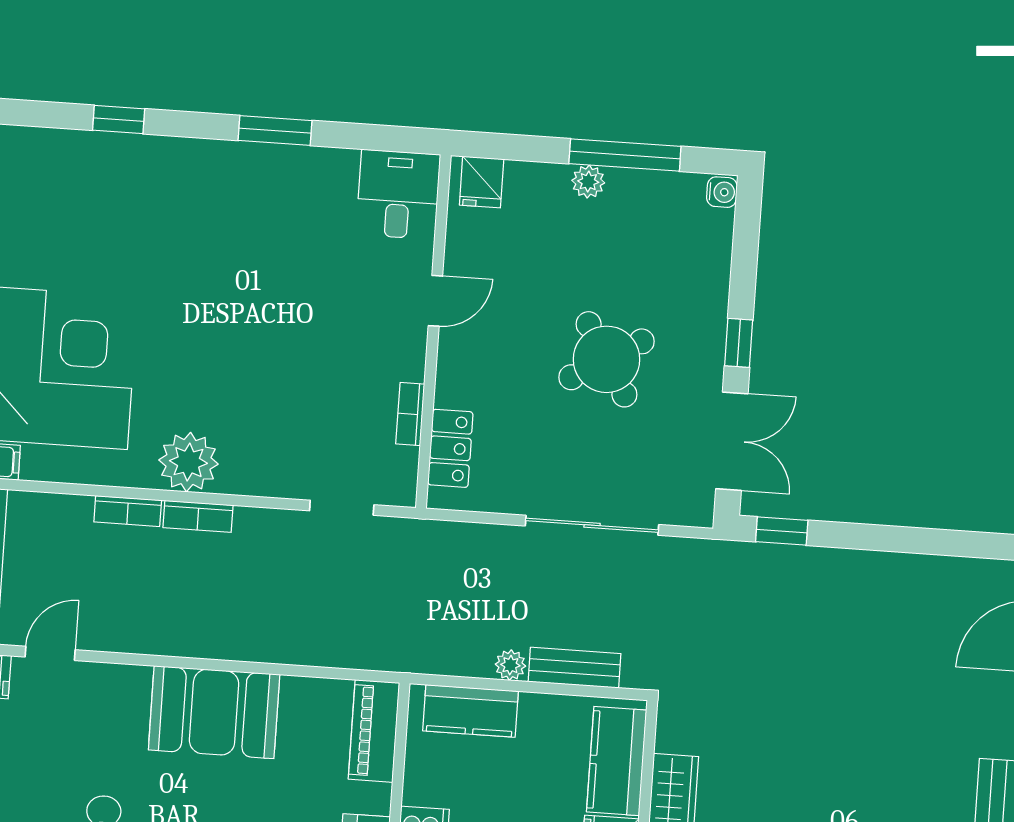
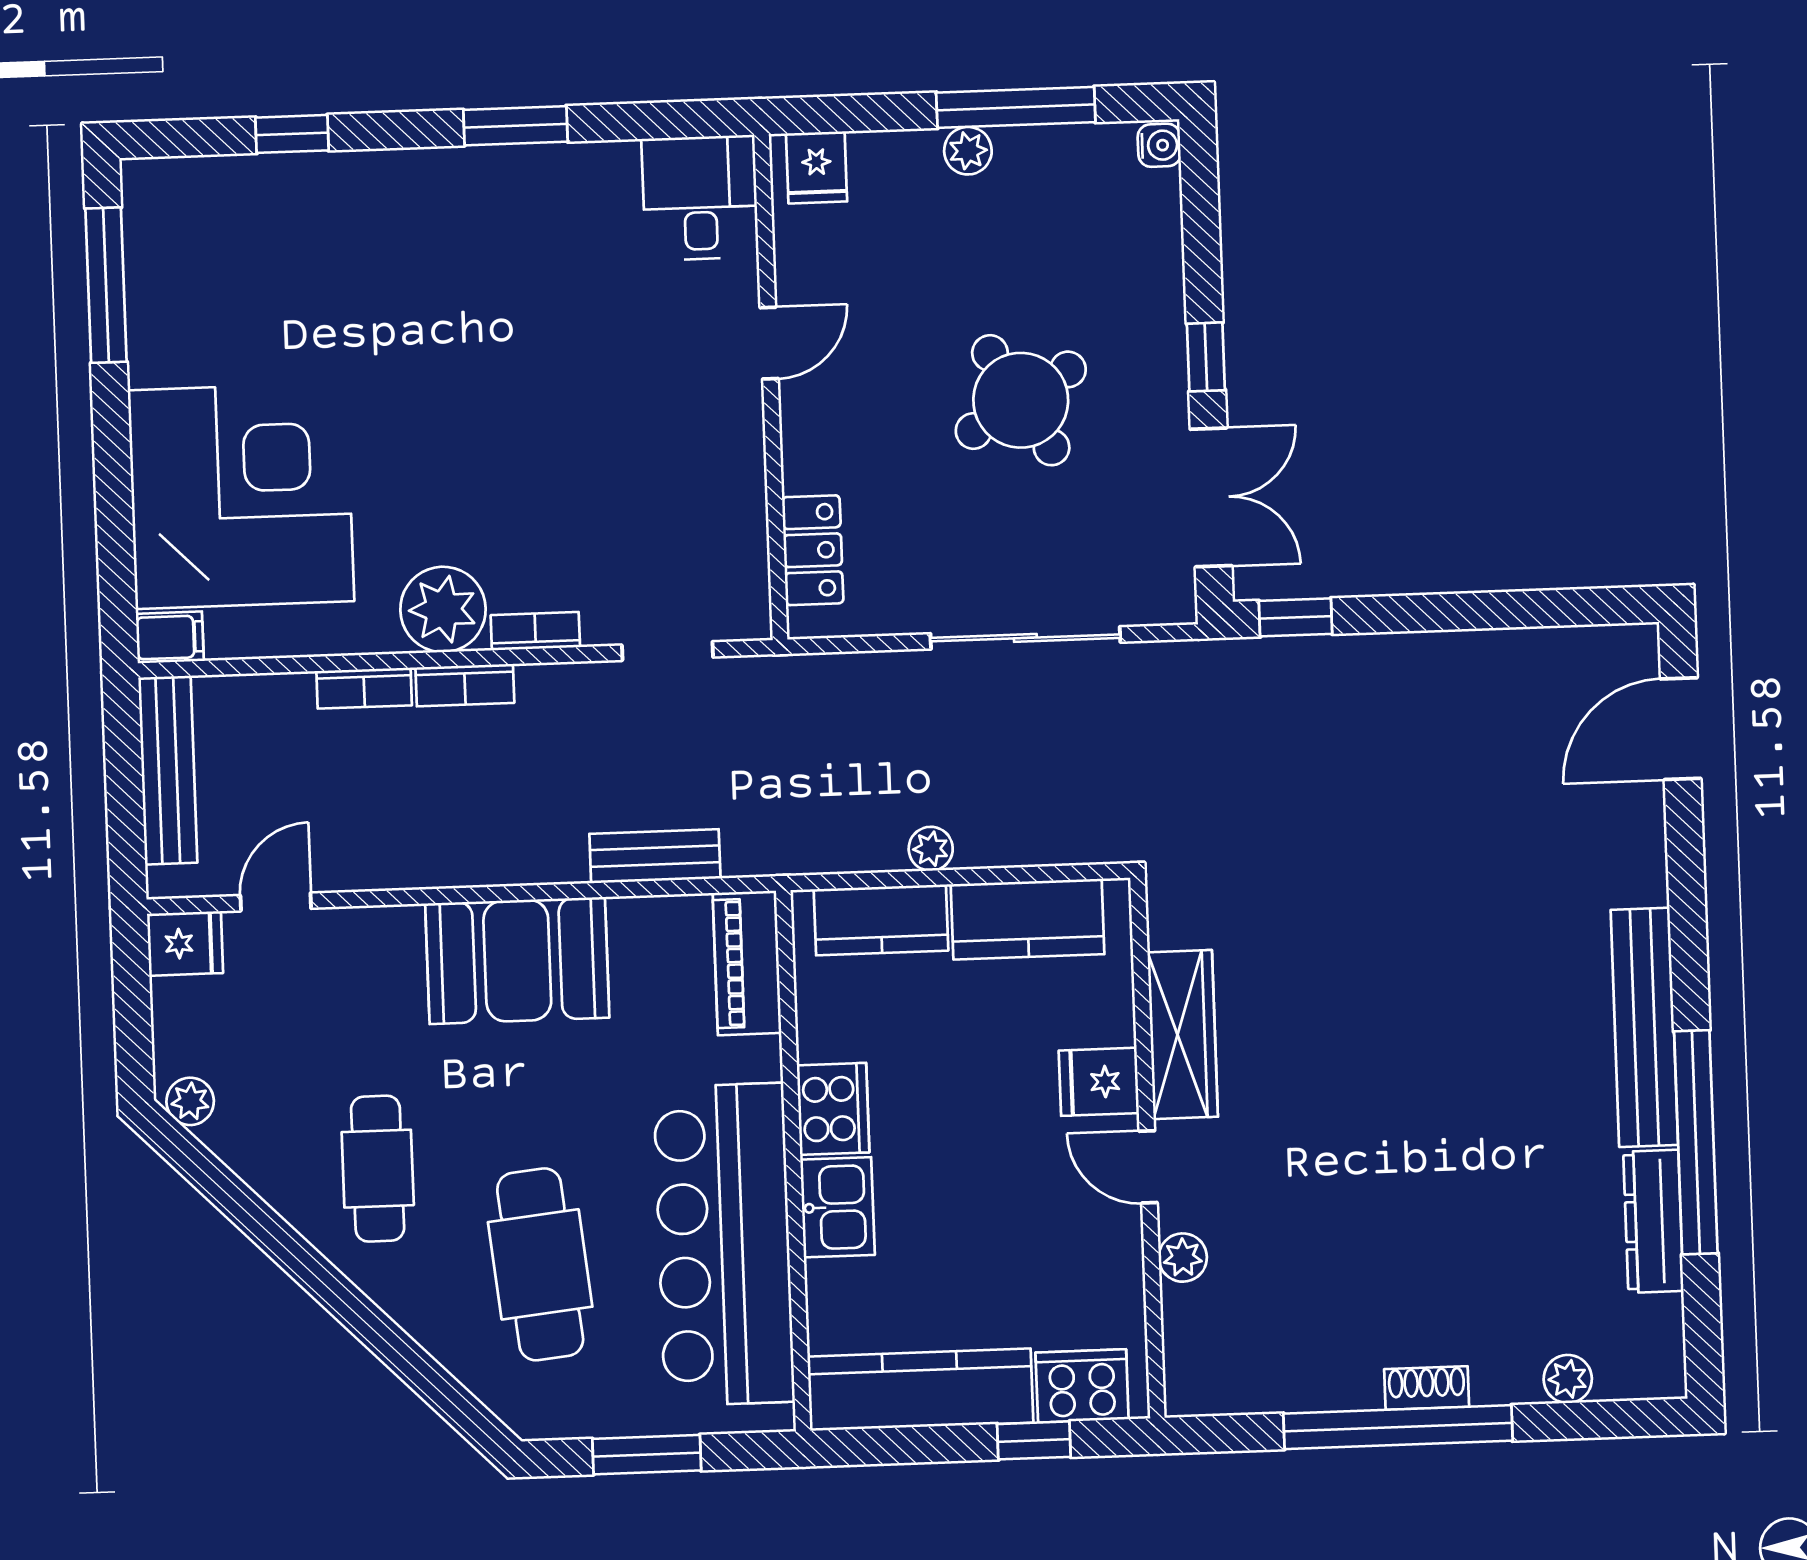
bookcase: (410, 414) -> (535, 631), moved, turned 90
bench: (574, 668) -> (655, 856), moved
kitchen counter: (617, 761) -> (1028, 919), moved, turned -90

